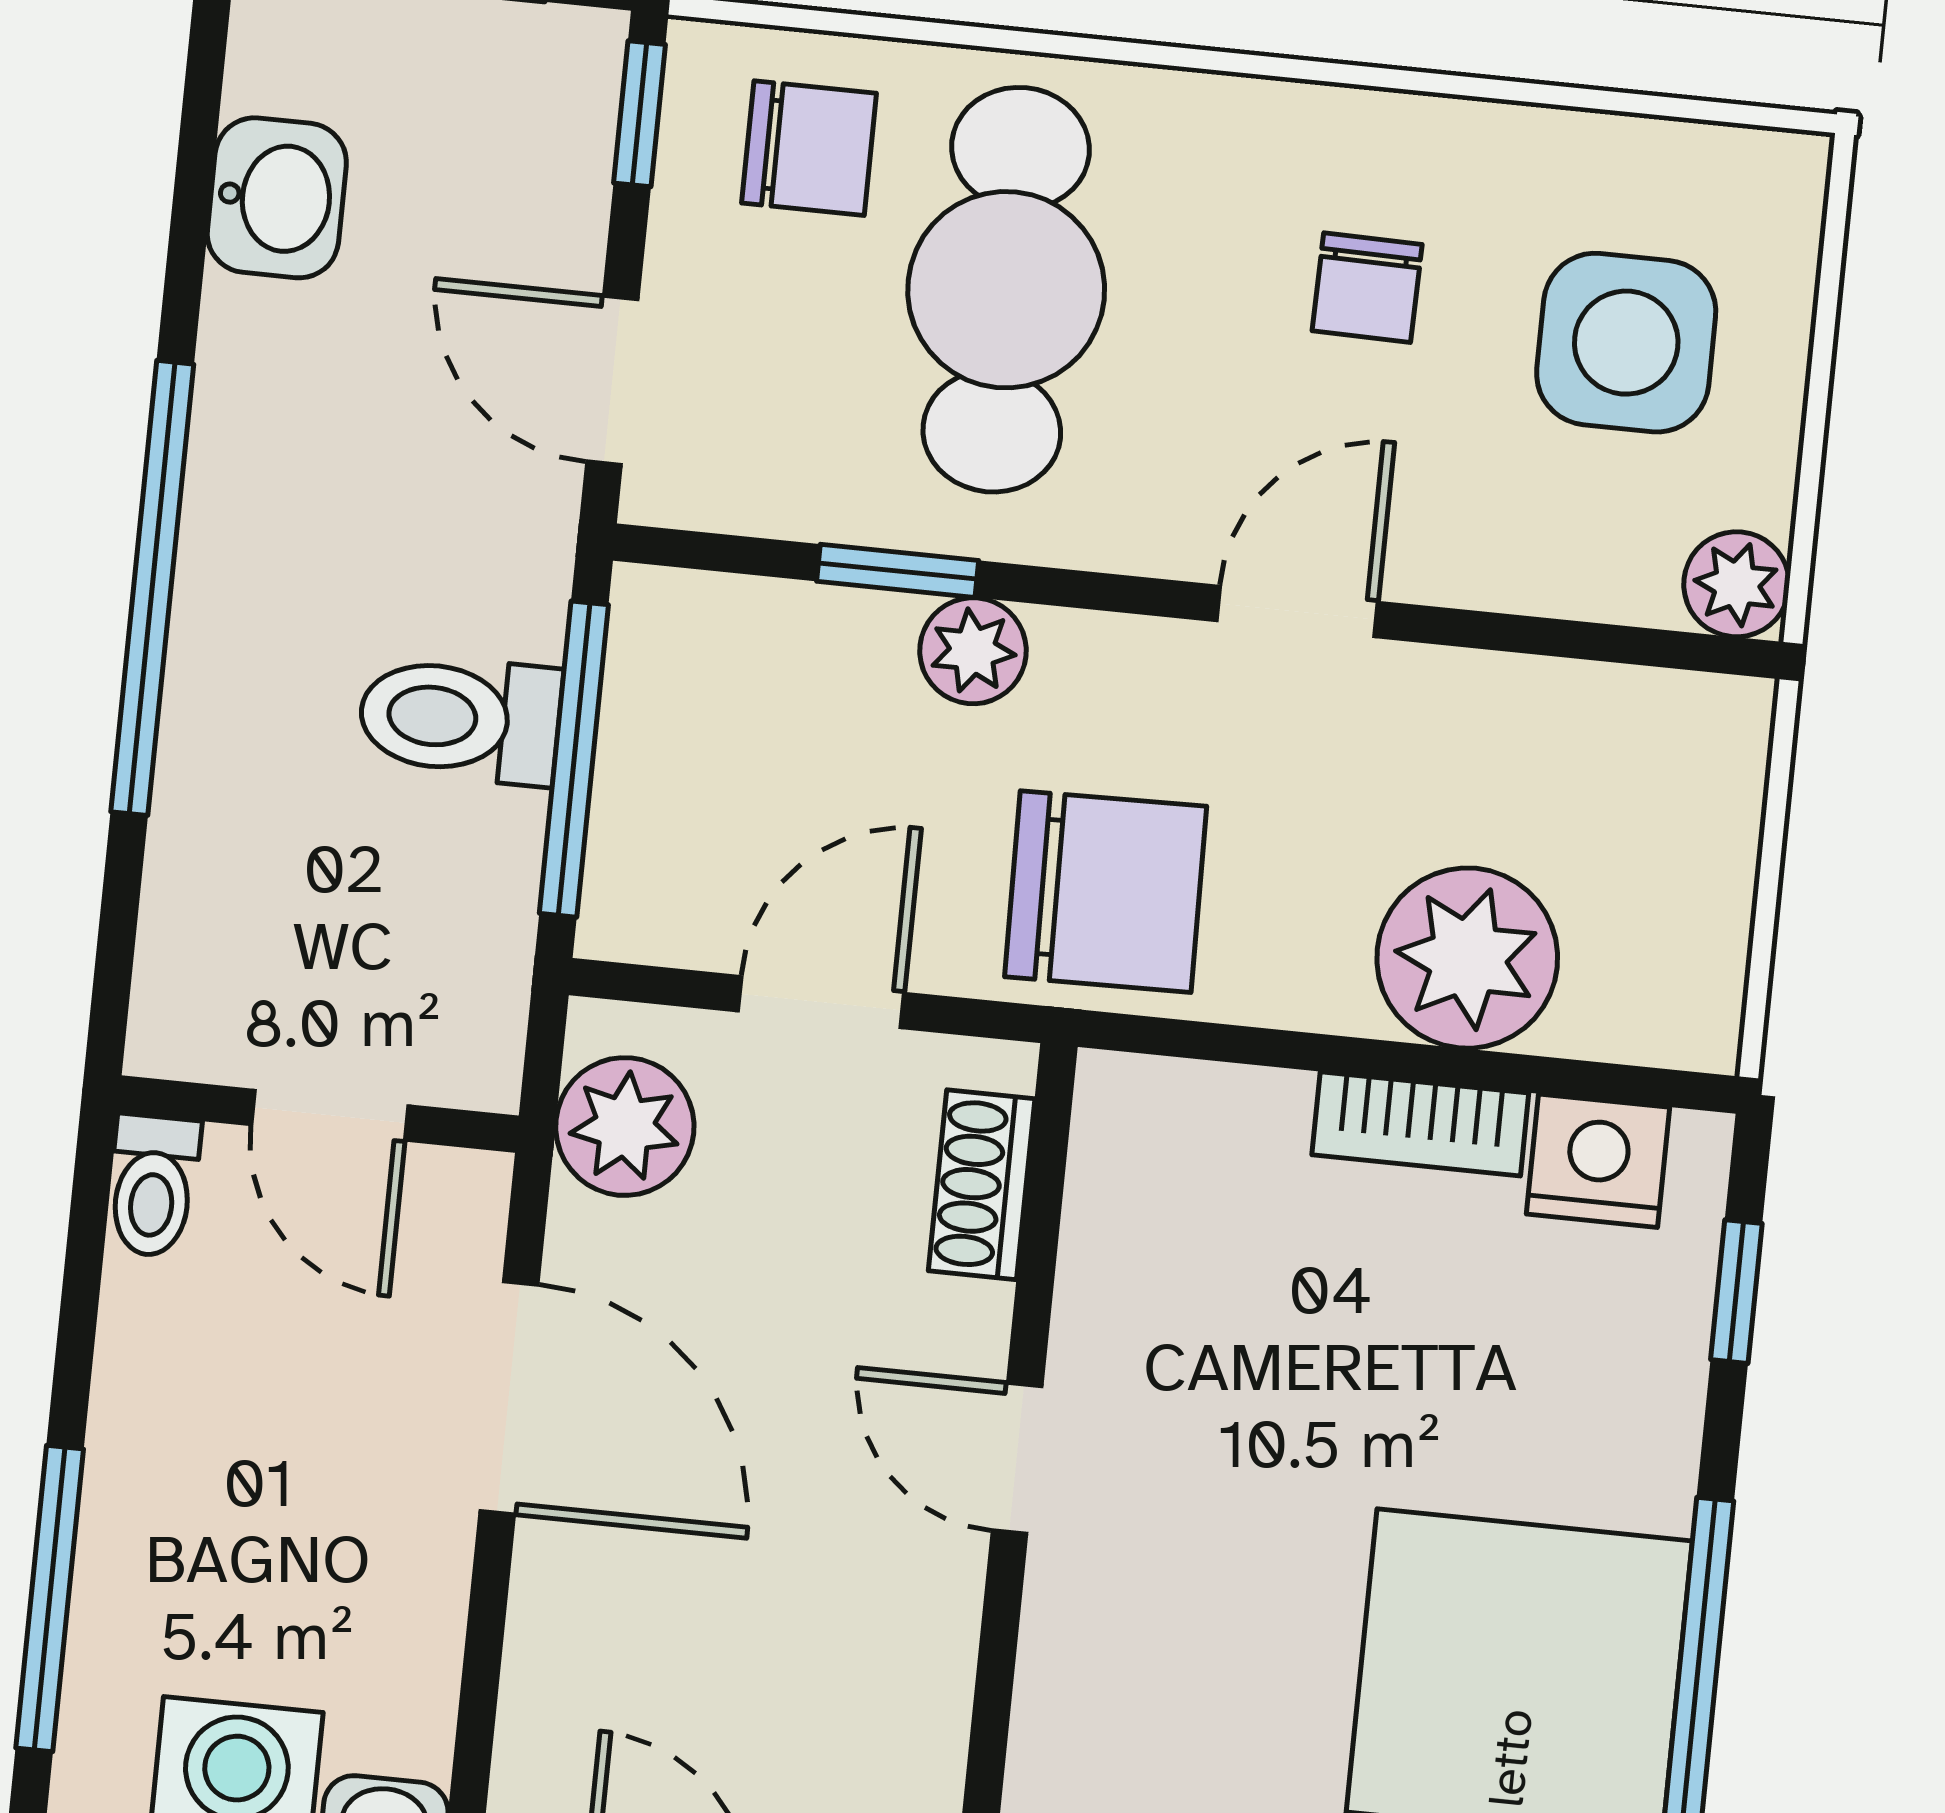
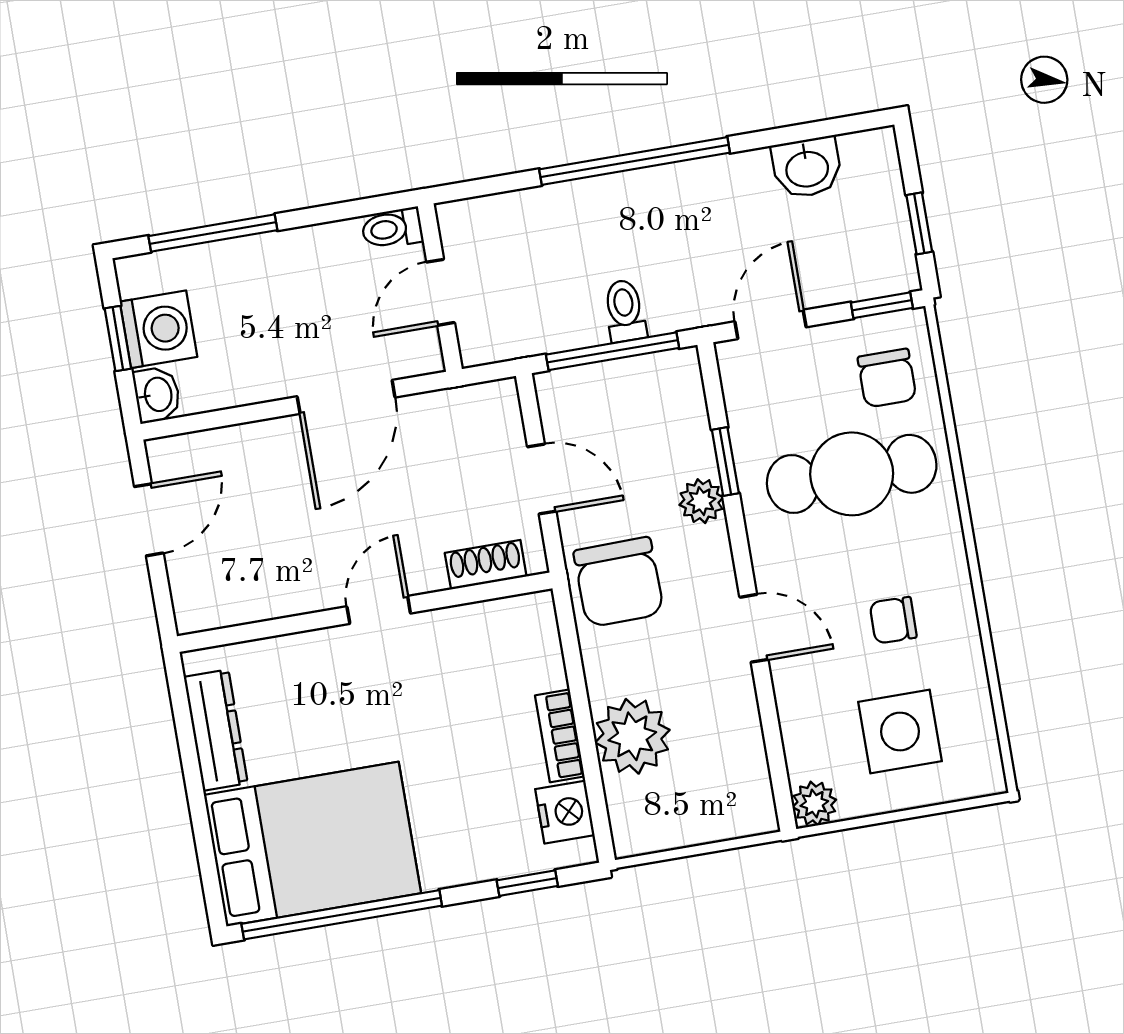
toilet: (460, 719) -> (625, 311), width x0.73, depth x0.72
plant: (625, 1127) -> (469, 413), removed

